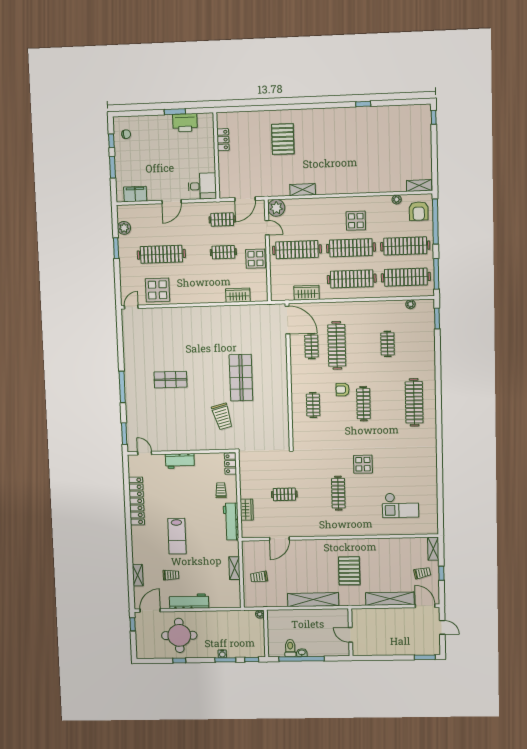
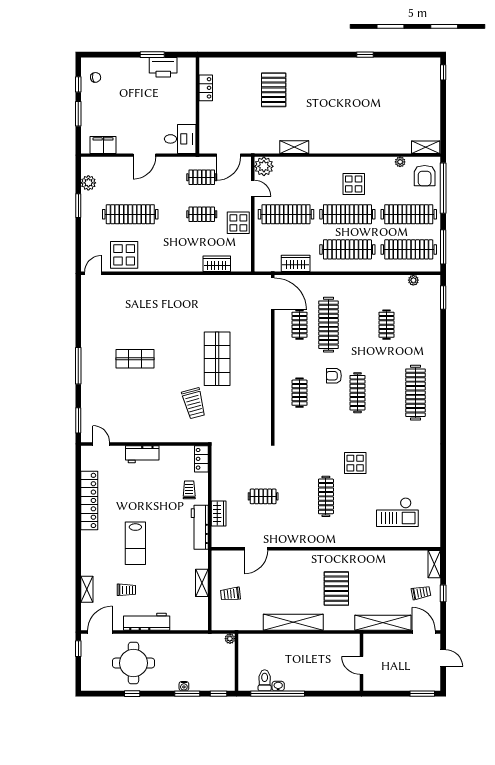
wall: (350, 632) -> (361, 662), moved
door: (350, 635) -> (361, 665), moved

